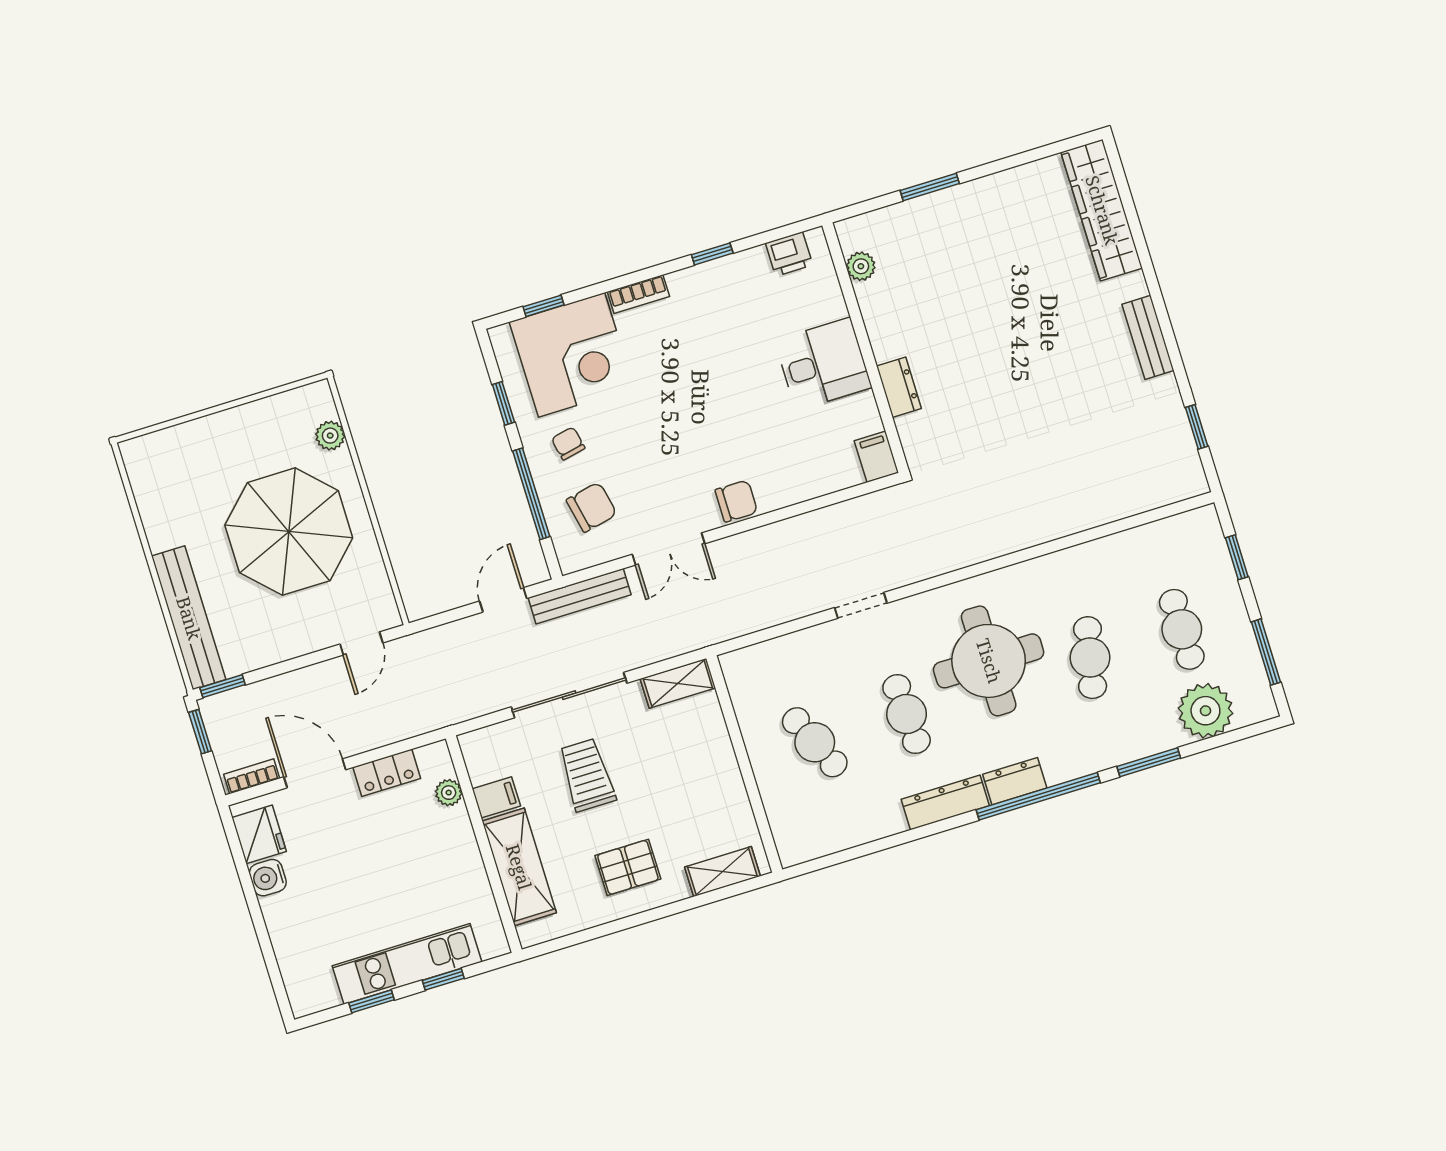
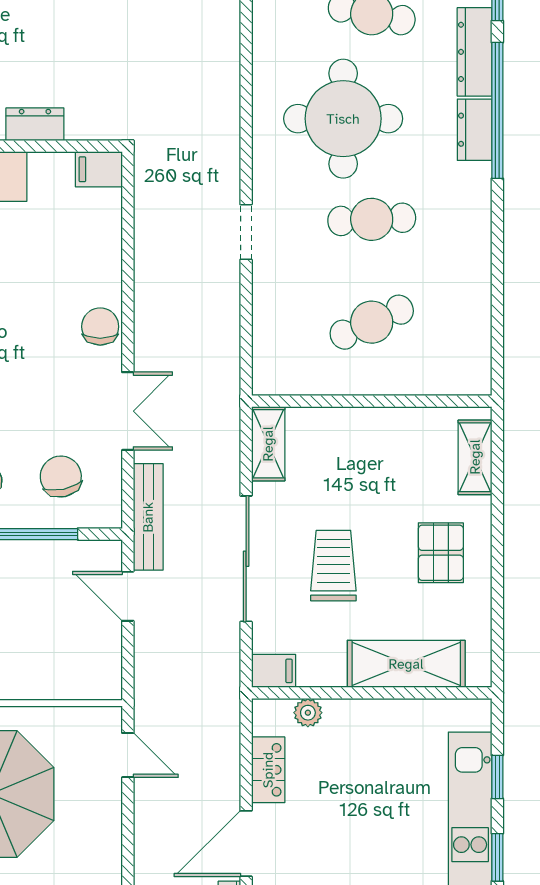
trolley: (587, 775) -> (333, 566), turned 90
filing cabinet: (496, 797) -> (274, 671), moved, turned 90
dresser: (945, 803) -> (474, 52), moved

